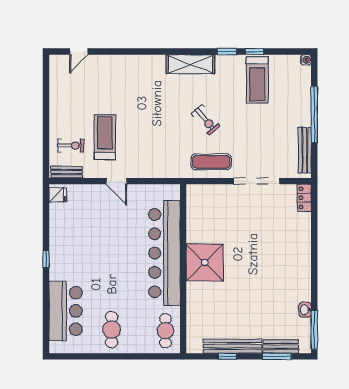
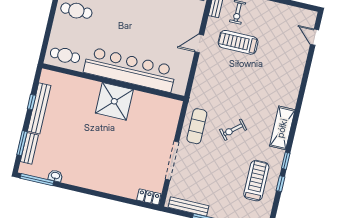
treadmill: (257, 80) -> (256, 181), turned 90
treadmill: (105, 137) -> (238, 42), turned 180

